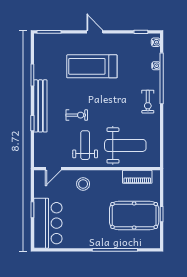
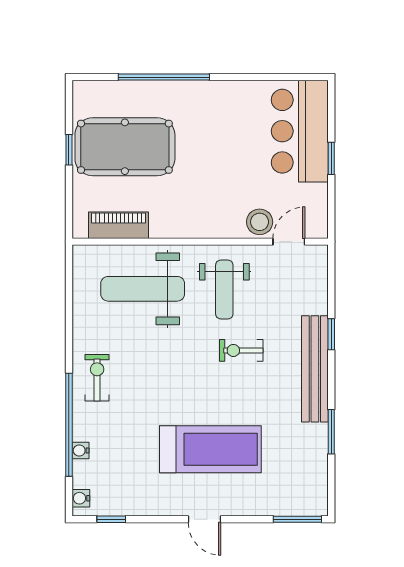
stool: (83, 184) -> (260, 222), moved

